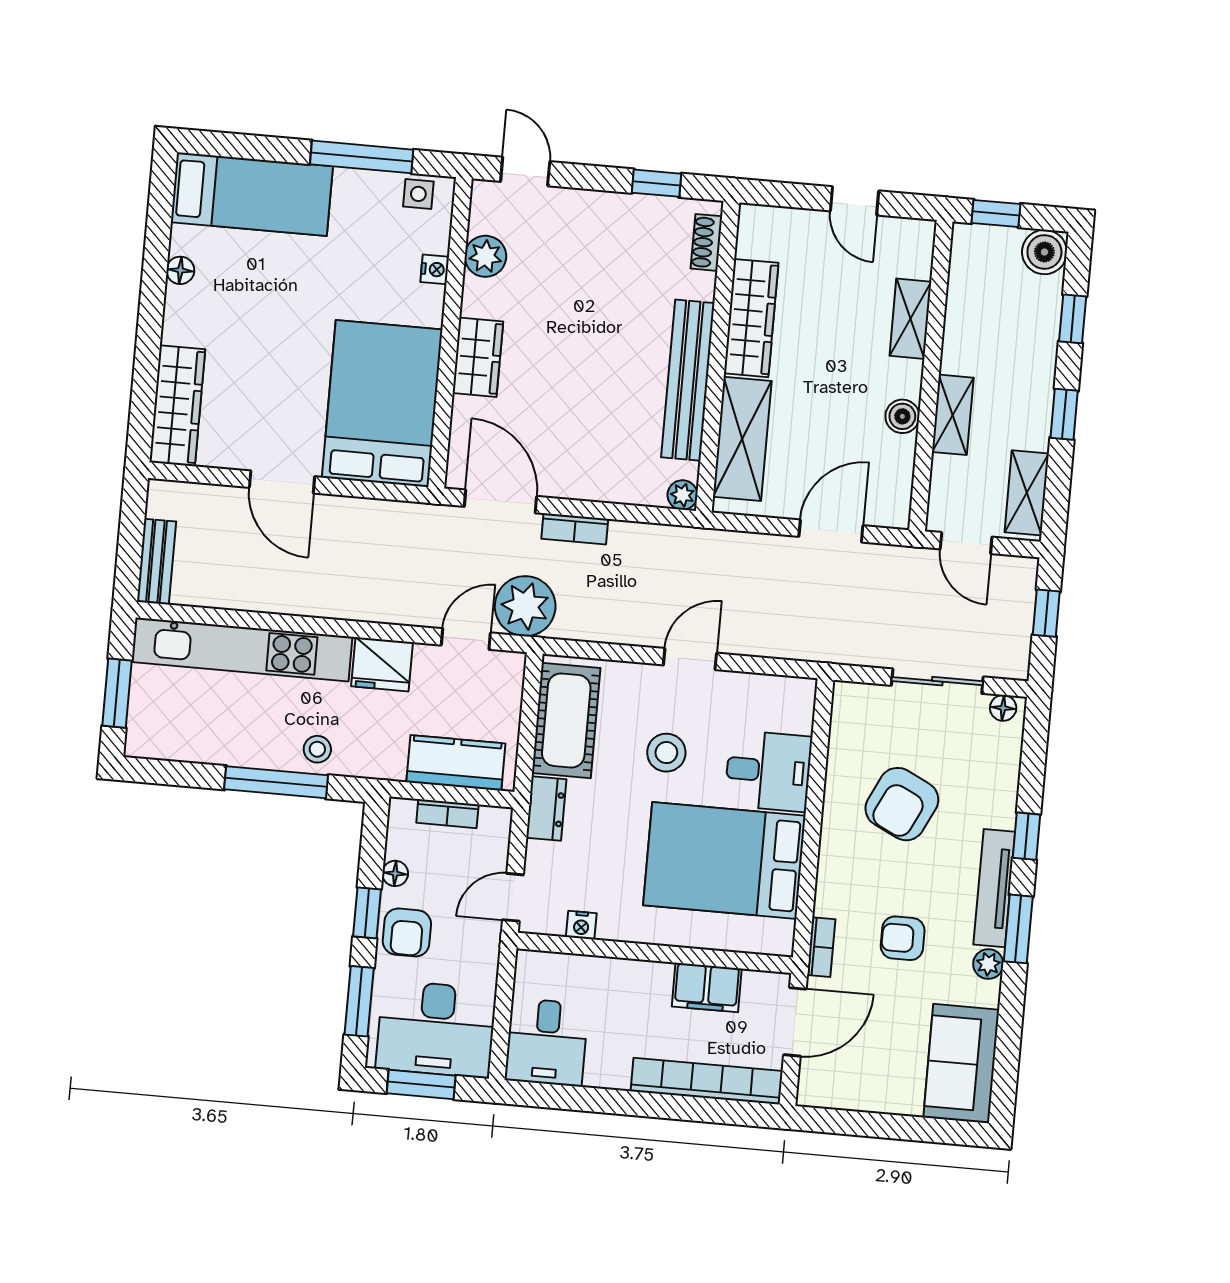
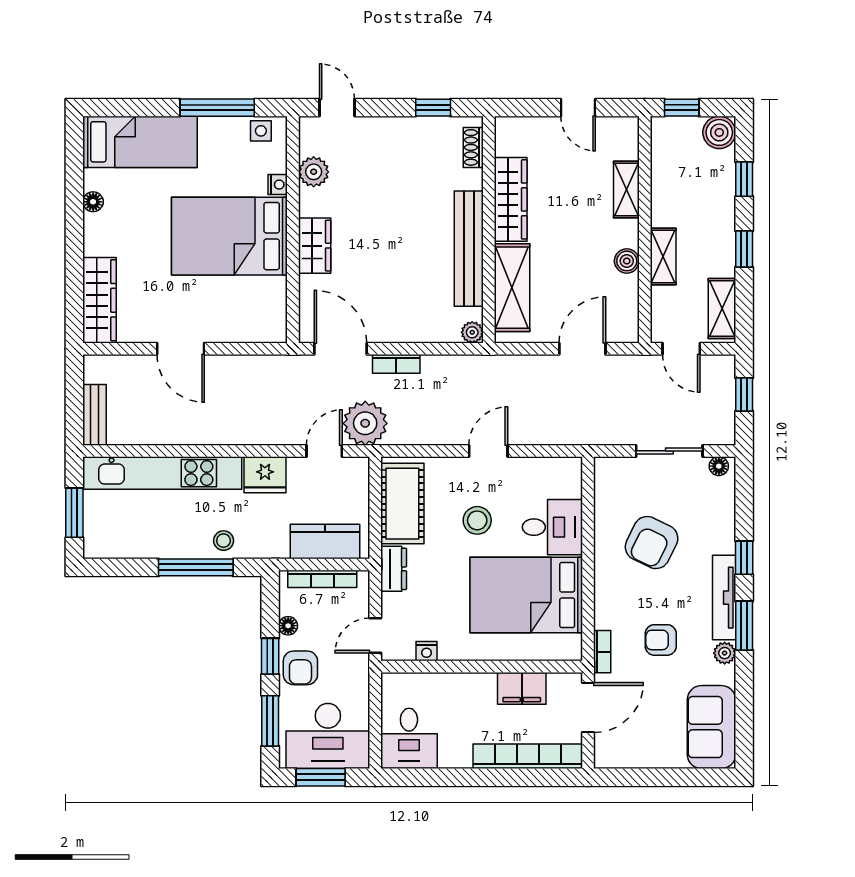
bed: (382, 403) -> (229, 236), moved, turned -90
bookcase: (447, 814) -> (322, 579), width x1.56

